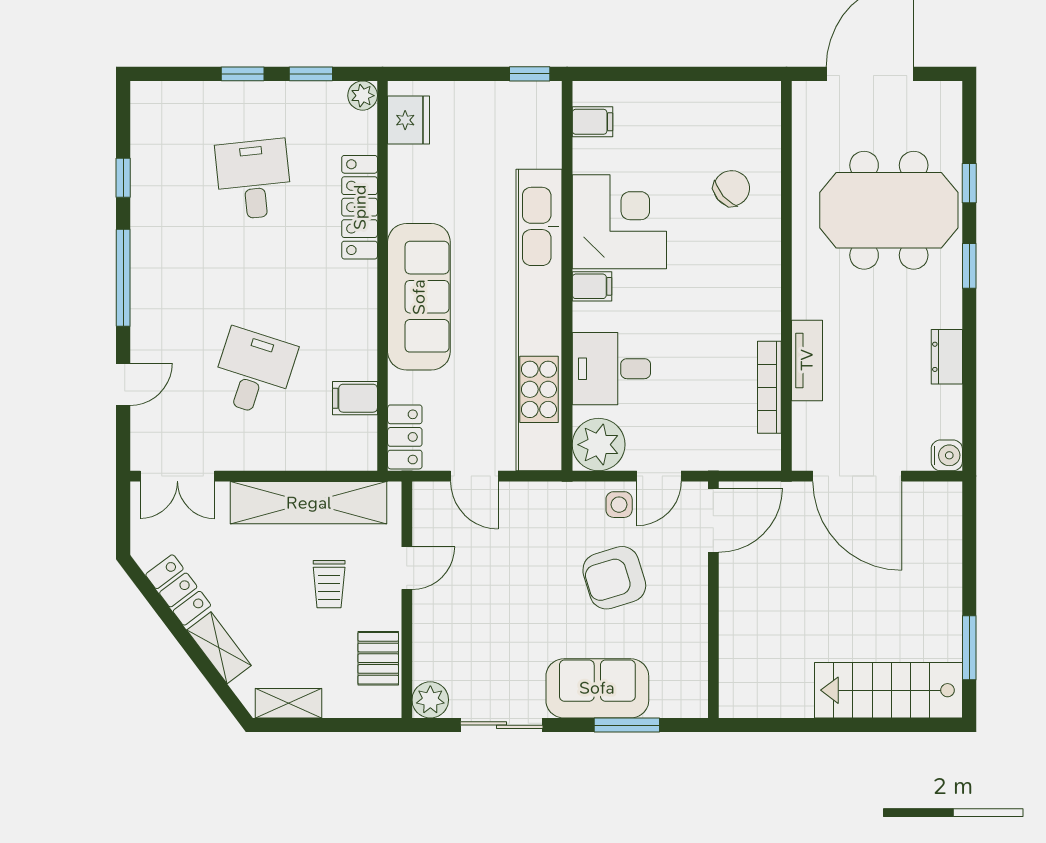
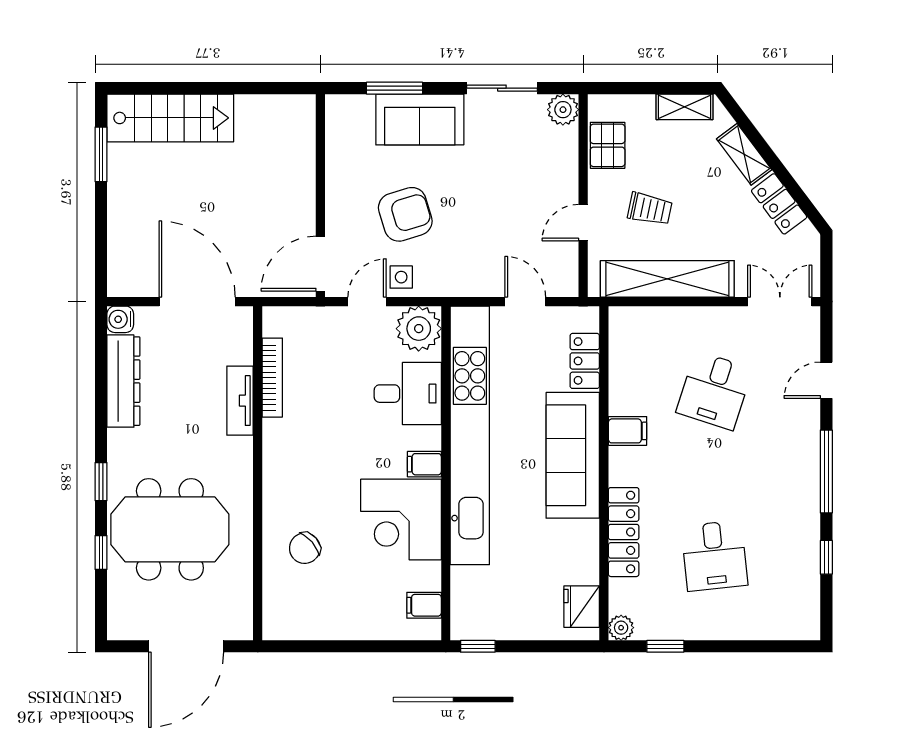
window: (243, 74) -> (724, 646), removed
dresser: (947, 357) -> (123, 381), width x1.96, depth x1.24
filing cabinet: (355, 398) -> (628, 431), moved
locker: (405, 437) -> (585, 361), moved
trolley: (329, 584) -> (650, 209), turned 102

